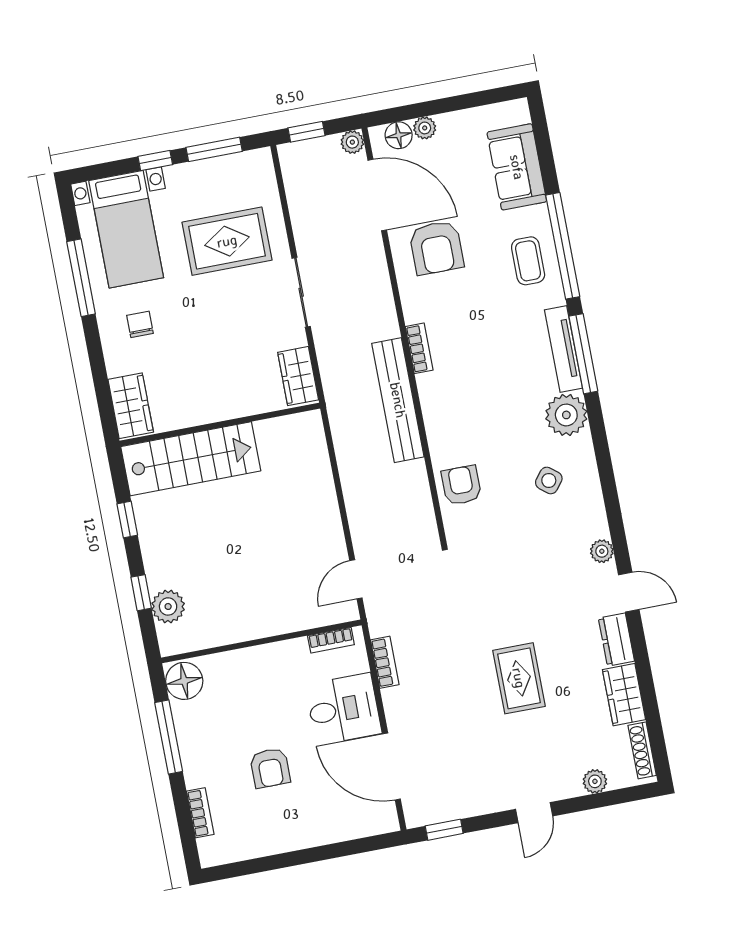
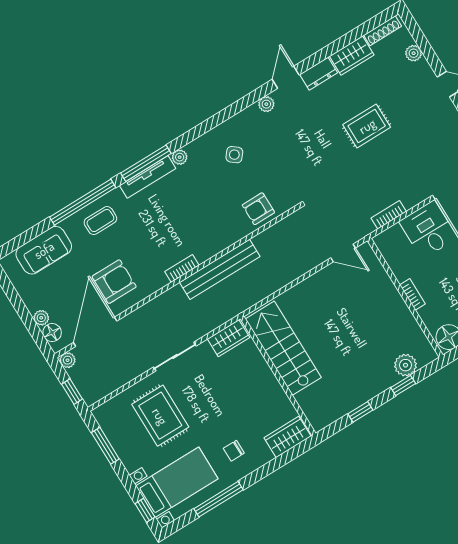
window: (155, 161) -> (145, 510), moved
plant: (566, 415) -> (180, 157), width x0.53, depth x0.53
stairs: (191, 459) -> (283, 348), moved
bookcase: (331, 640) -> (412, 294), moved

